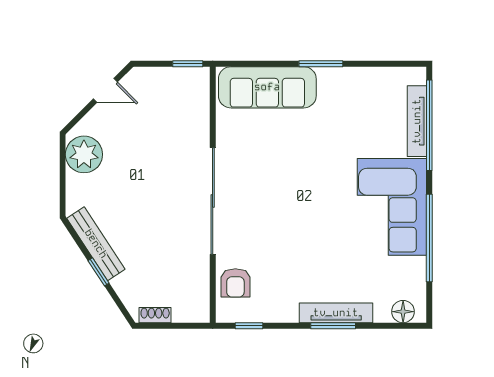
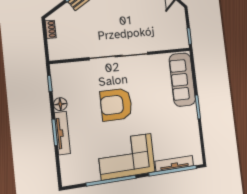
armchair: (235, 283) -> (116, 105), moved, width x1.88, depth x1.88
floor lamp: (403, 312) -> (60, 104), moved

